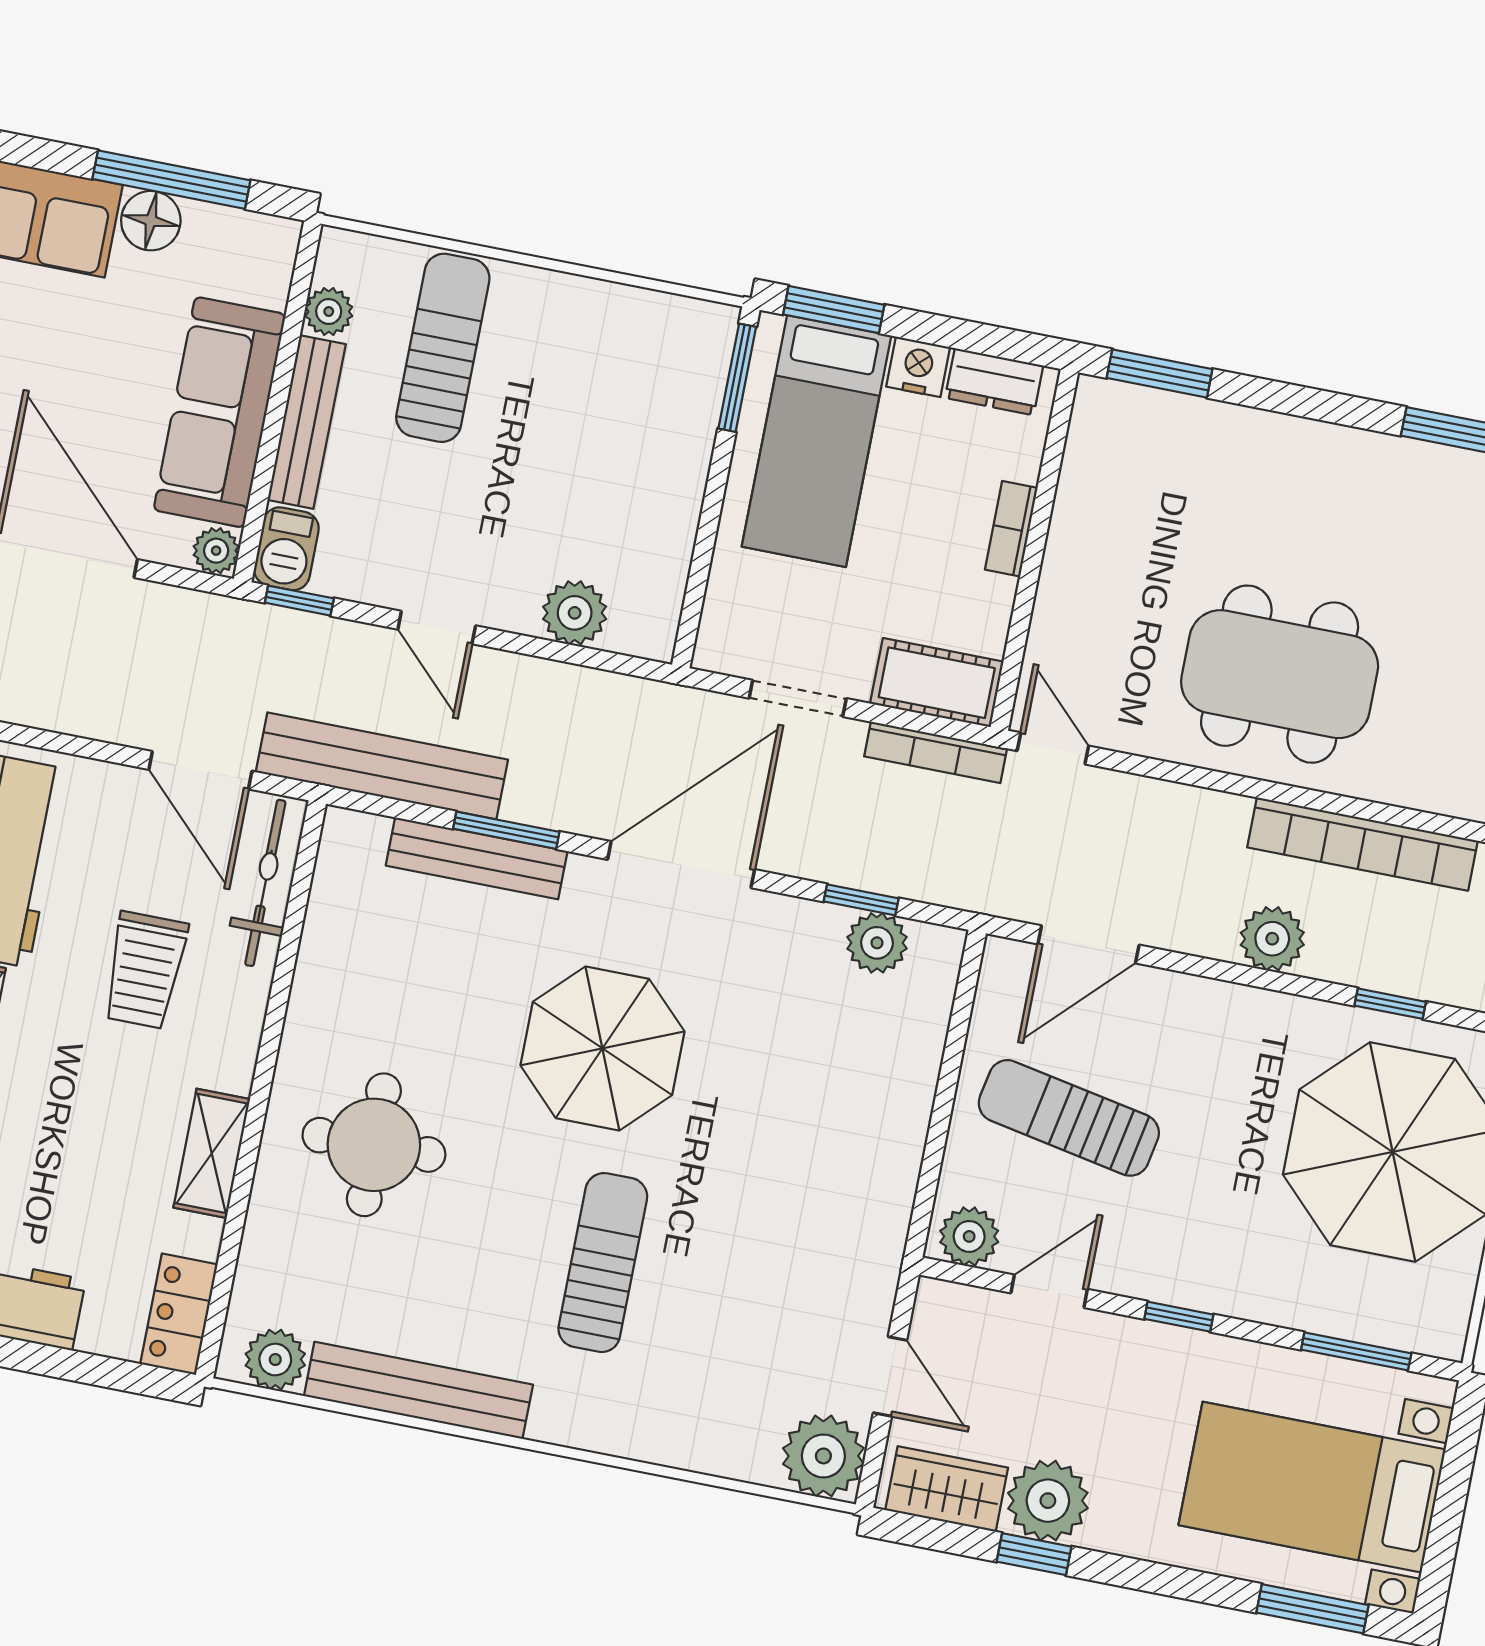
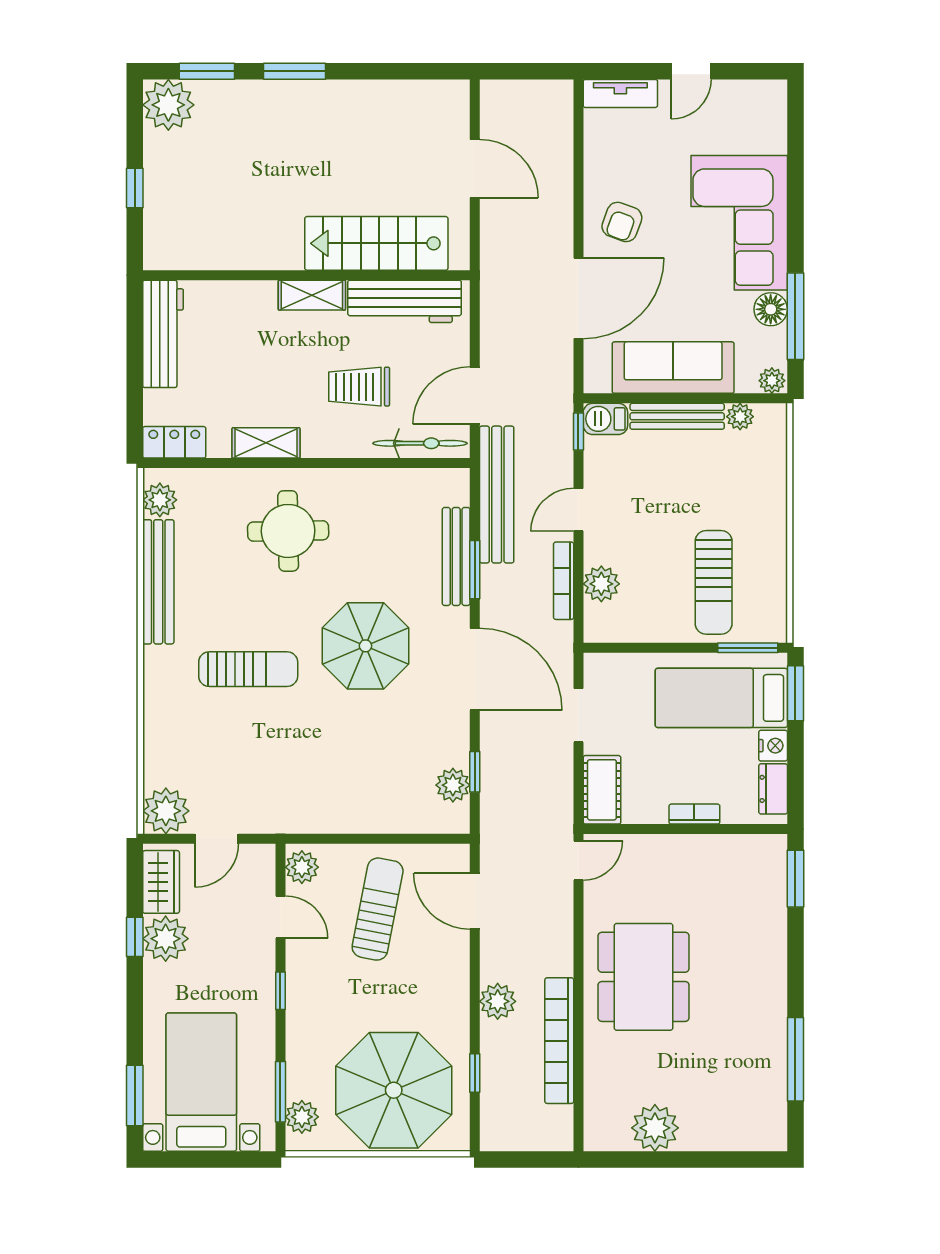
sun lounger: (443, 348) -> (714, 582), moved, turned 90
plant: (216, 551) -> (772, 381), moved
bookcase: (936, 752) -> (564, 581), moved
plant: (1408, 1322) -> (302, 1117), added

